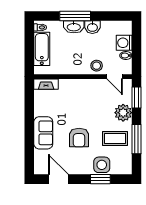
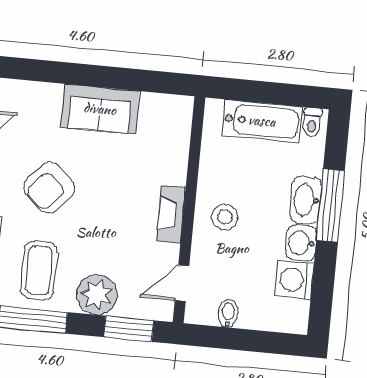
washing machine: (124, 43) -> (294, 280), moved, turned -90
stool: (97, 66) -> (225, 217), moved
fireplace: (46, 84) -> (171, 214), moved
sofa: (43, 133) -> (100, 109), moved
armchair: (79, 138) -> (49, 187), turned -48

